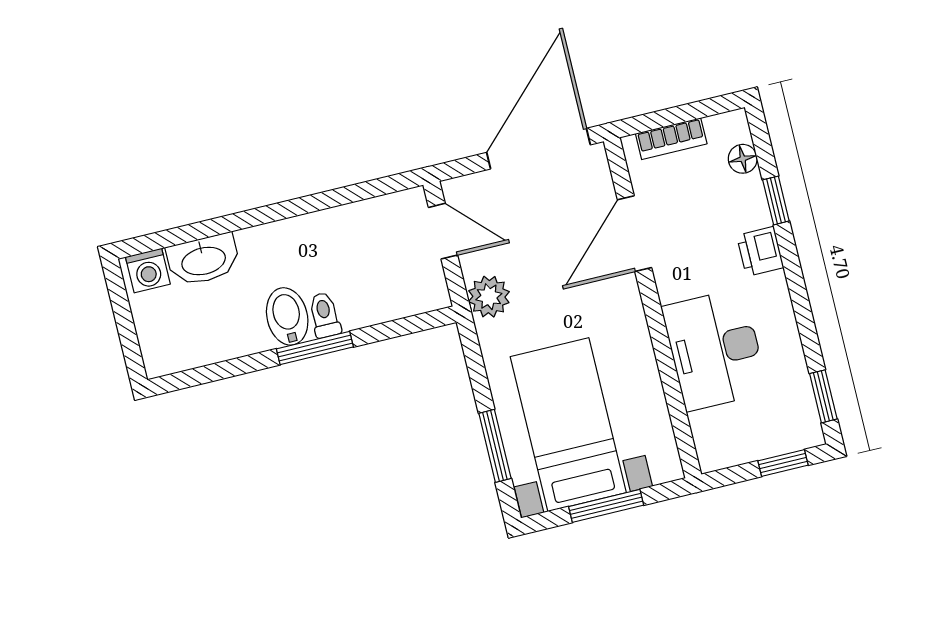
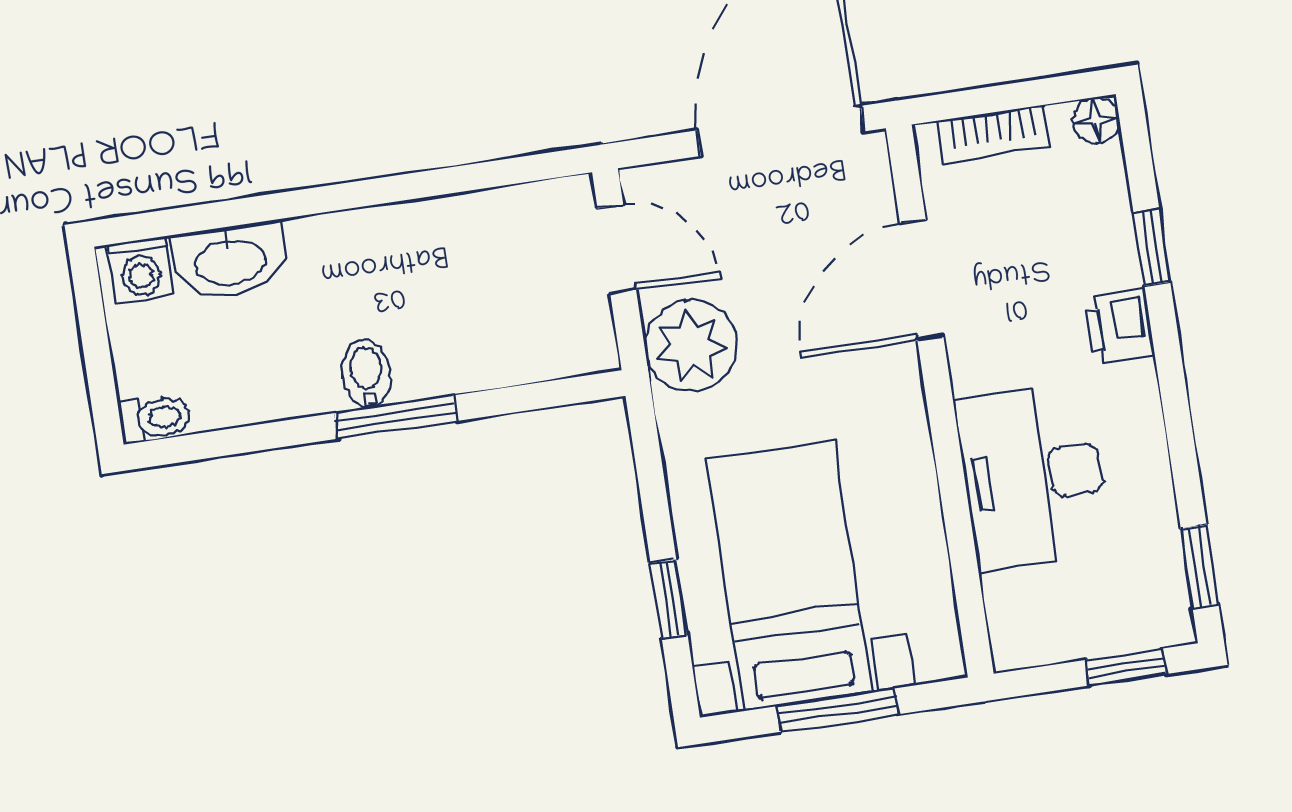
floor lamp: (743, 159) -> (1096, 120), moved
plant: (489, 297) -> (691, 346), width x1.36, depth x1.36
toilet: (325, 315) -> (155, 418), moved, turned 90
bidet: (287, 316) -> (367, 374), width x0.72, depth x0.74
window: (495, 446) -> (669, 599), width x0.67

